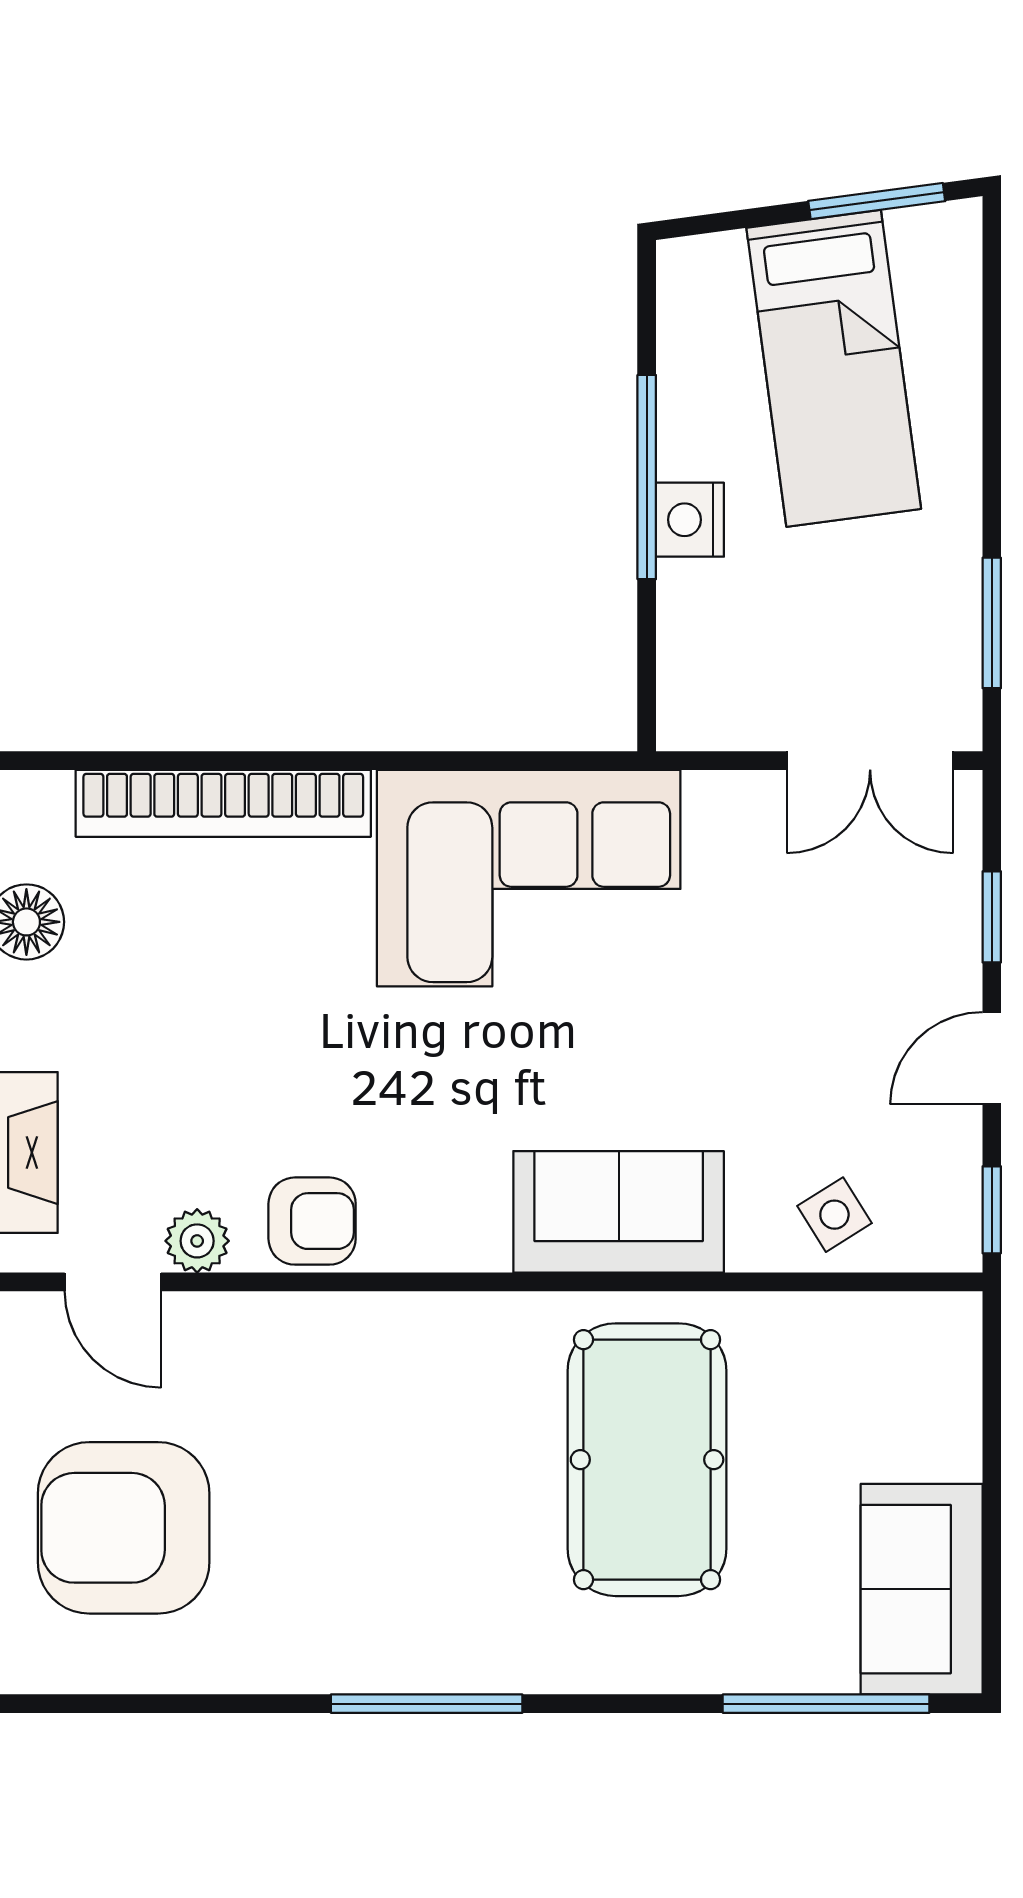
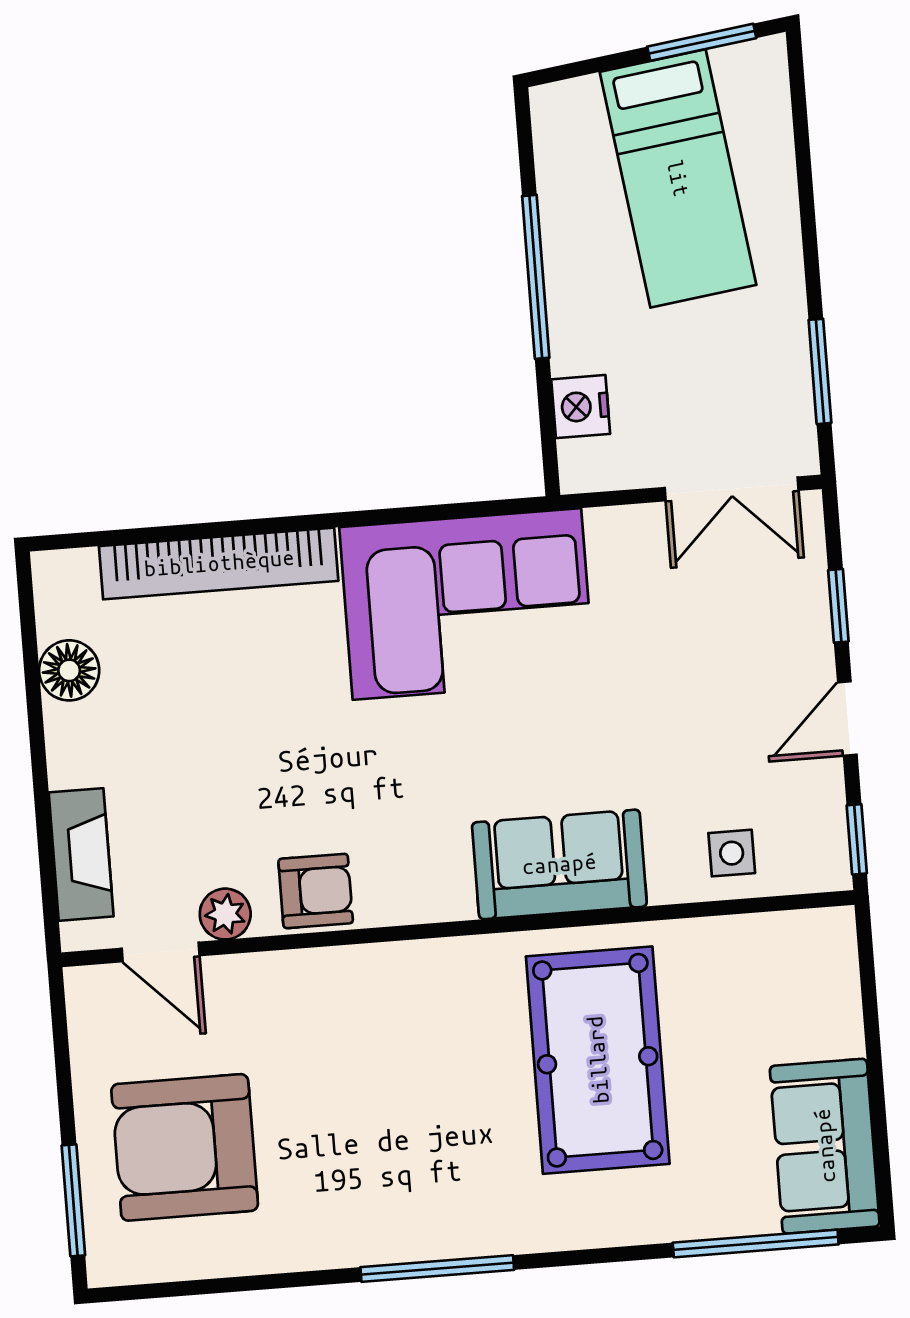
nightstand: (690, 520) -> (581, 407), moved
side table: (834, 1215) -> (732, 853), turned 32

